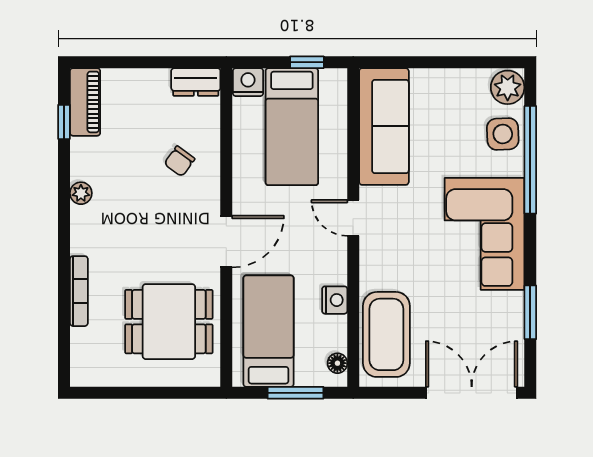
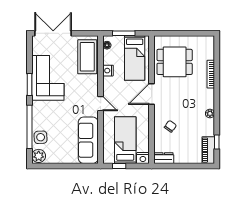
corner sofa: (484, 234) -> (48, 78), moved
window: (530, 312) -> (29, 85), moved
double door: (472, 393) -> (53, 33), swing flipped

